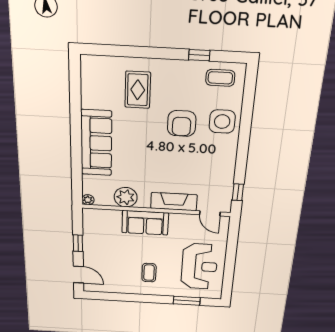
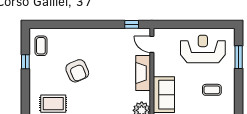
side table: (222, 122) -> (74, 42), removed
armchair: (182, 123) -> (77, 71), turned 67
door: (210, 213) -> (152, 44), swing flipped

